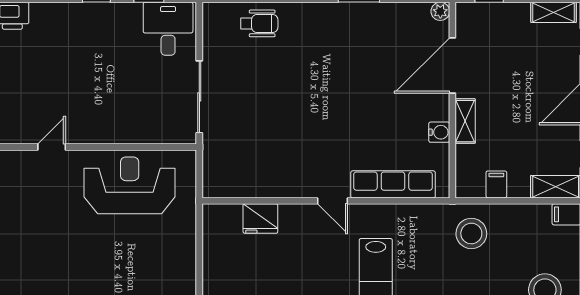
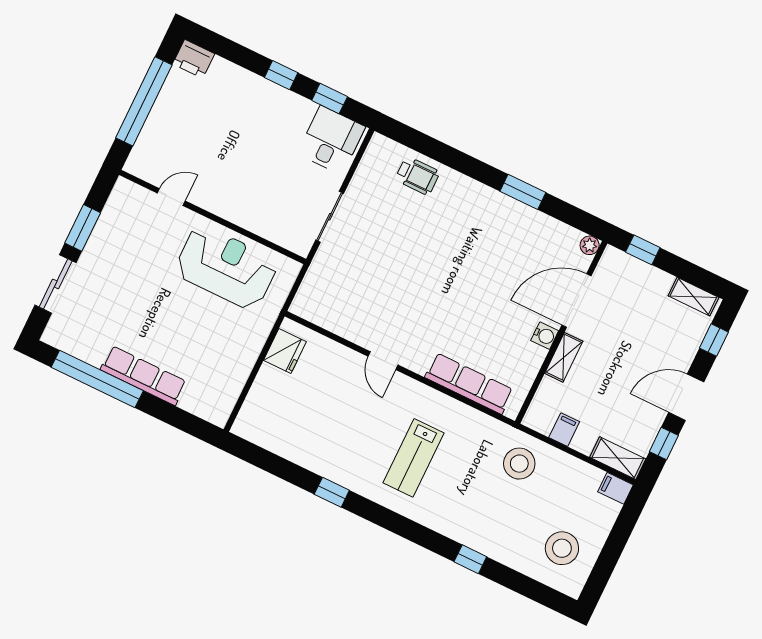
sliding door: (199, 97) -> (330, 217), width x0.73
water cooler: (439, 132) -> (545, 336), moved
door: (332, 201) -> (383, 361), moved
fridge: (260, 219) -> (285, 351), moved, turned -90

